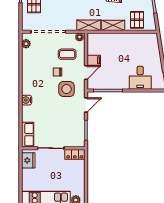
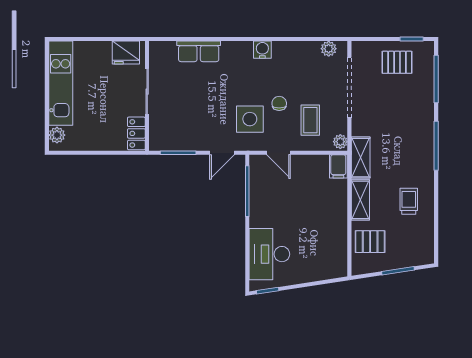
filing cabinet: (94, 60) -> (338, 166), moved
desk: (140, 78) -> (269, 254), width x1.37
water cooler: (27, 100) -> (262, 50), moved
door: (86, 105) -> (222, 153), hinge flipped
row of seats: (28, 135) -> (199, 51), moved

